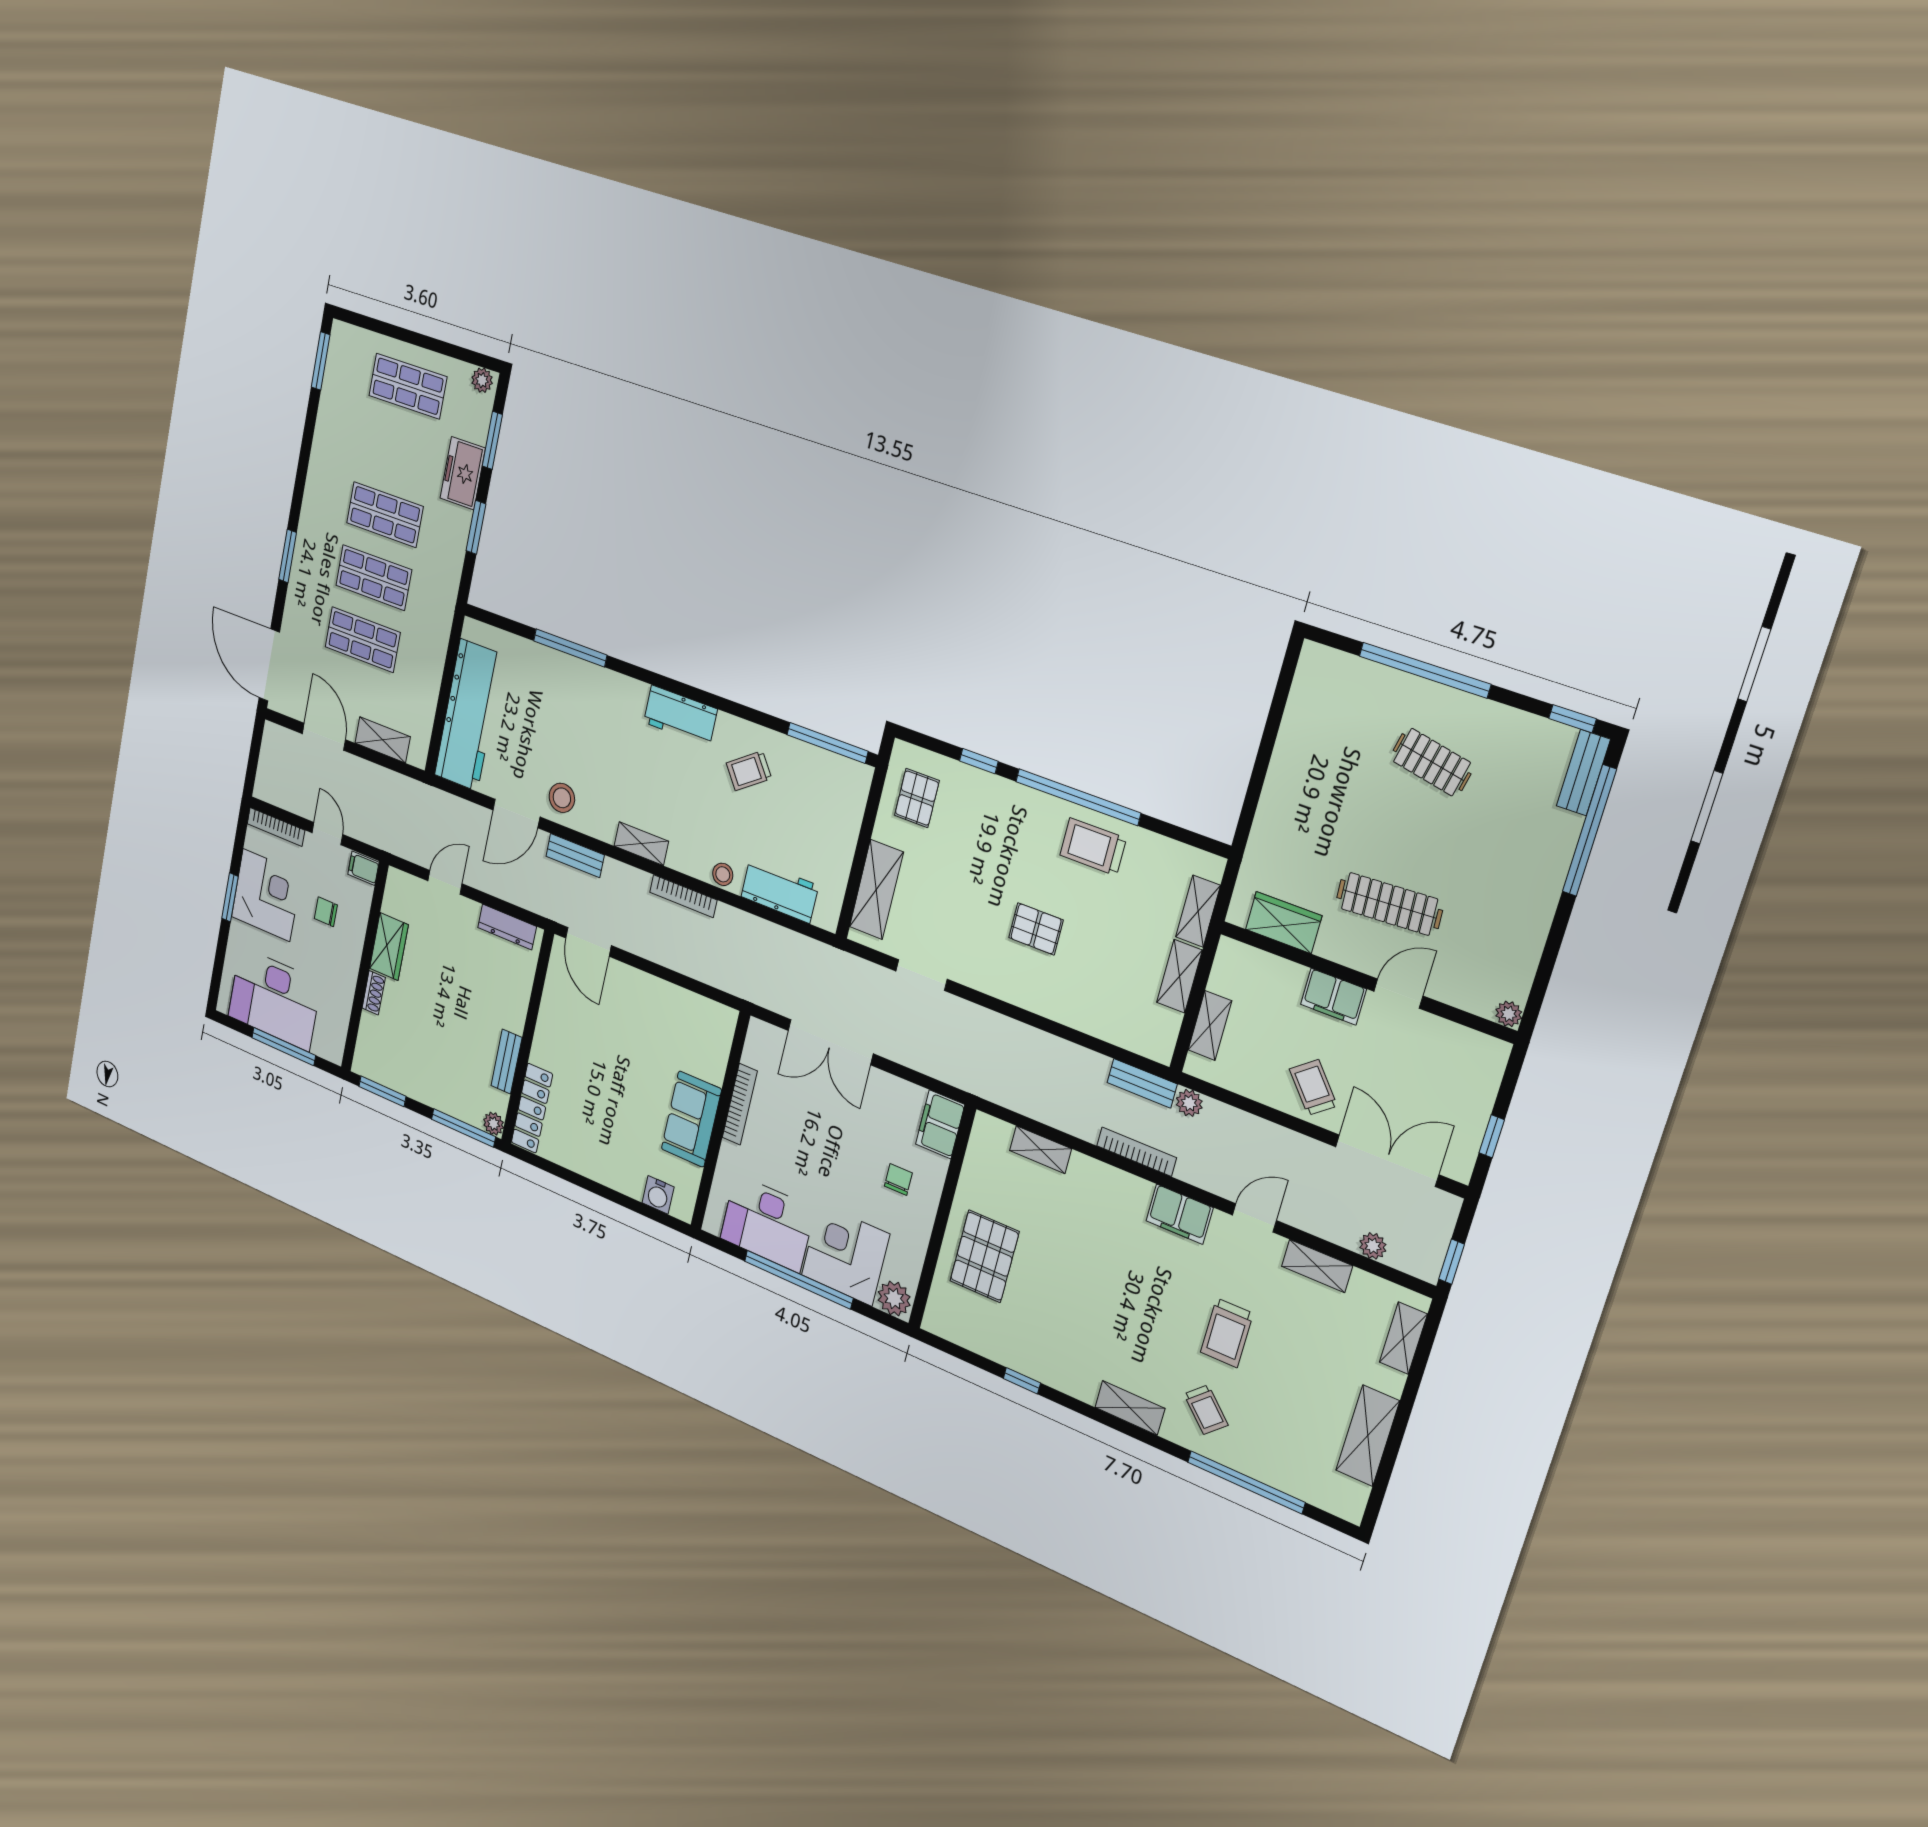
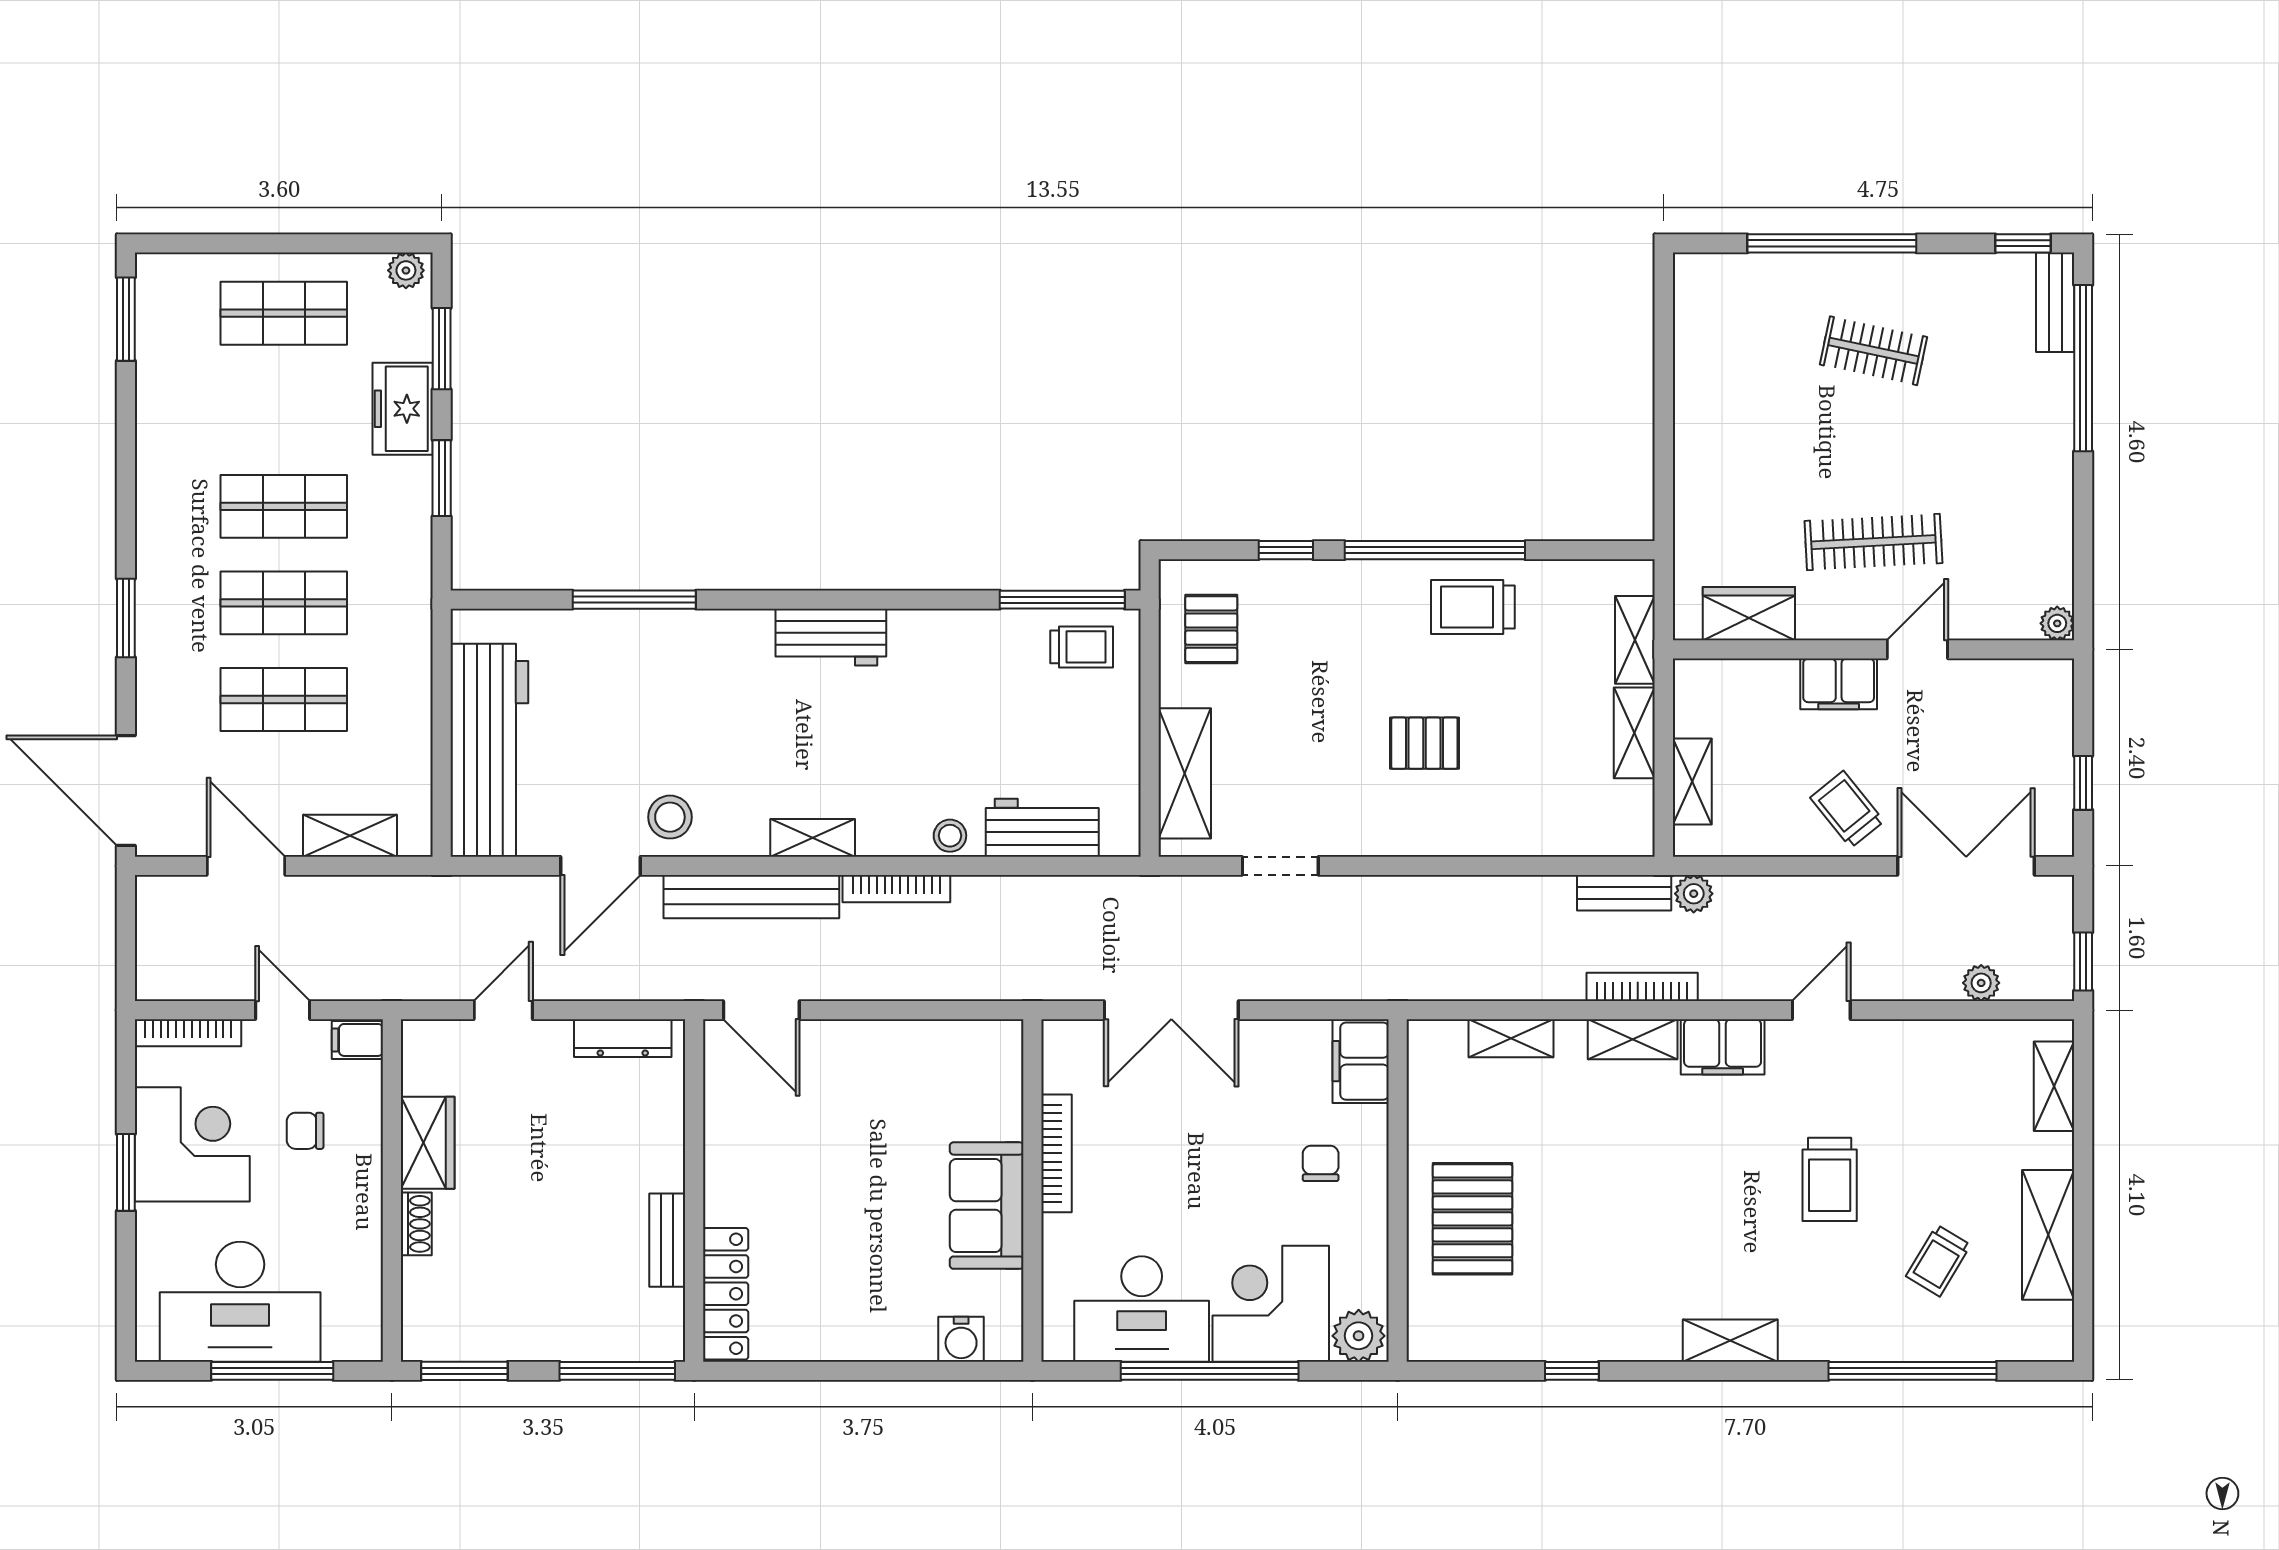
trolley: (749, 771) -> (1082, 647), moved, turned -145
bench: (575, 856) -> (751, 897), width x1.86, depth x1.21
plant: (493, 1124) -> (667, 1343), removed
shelving: (1317, 1266) -> (1633, 1039), moved
trolley: (1206, 1410) -> (1938, 1261), moved, turned 75

